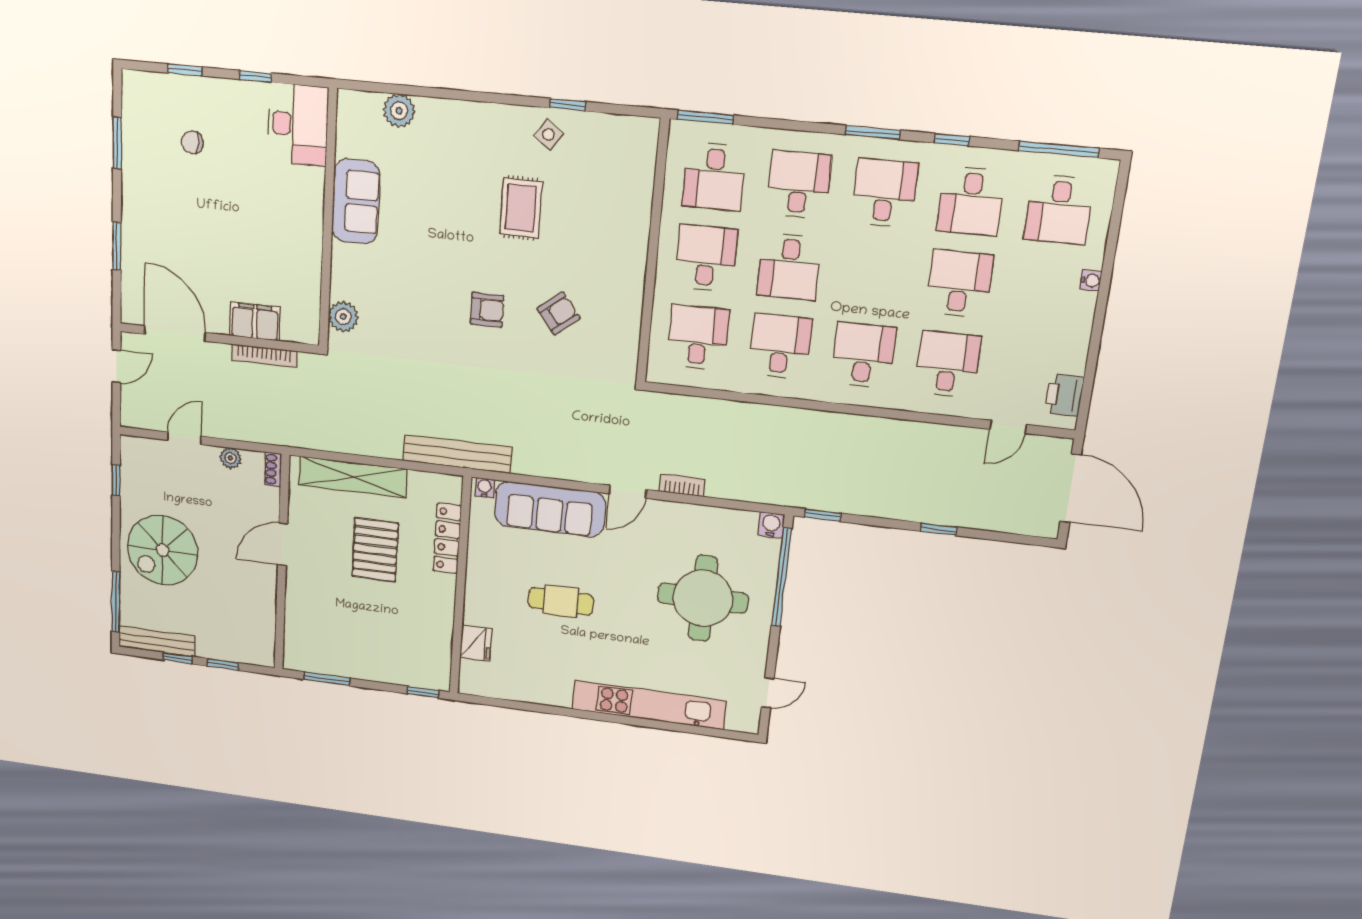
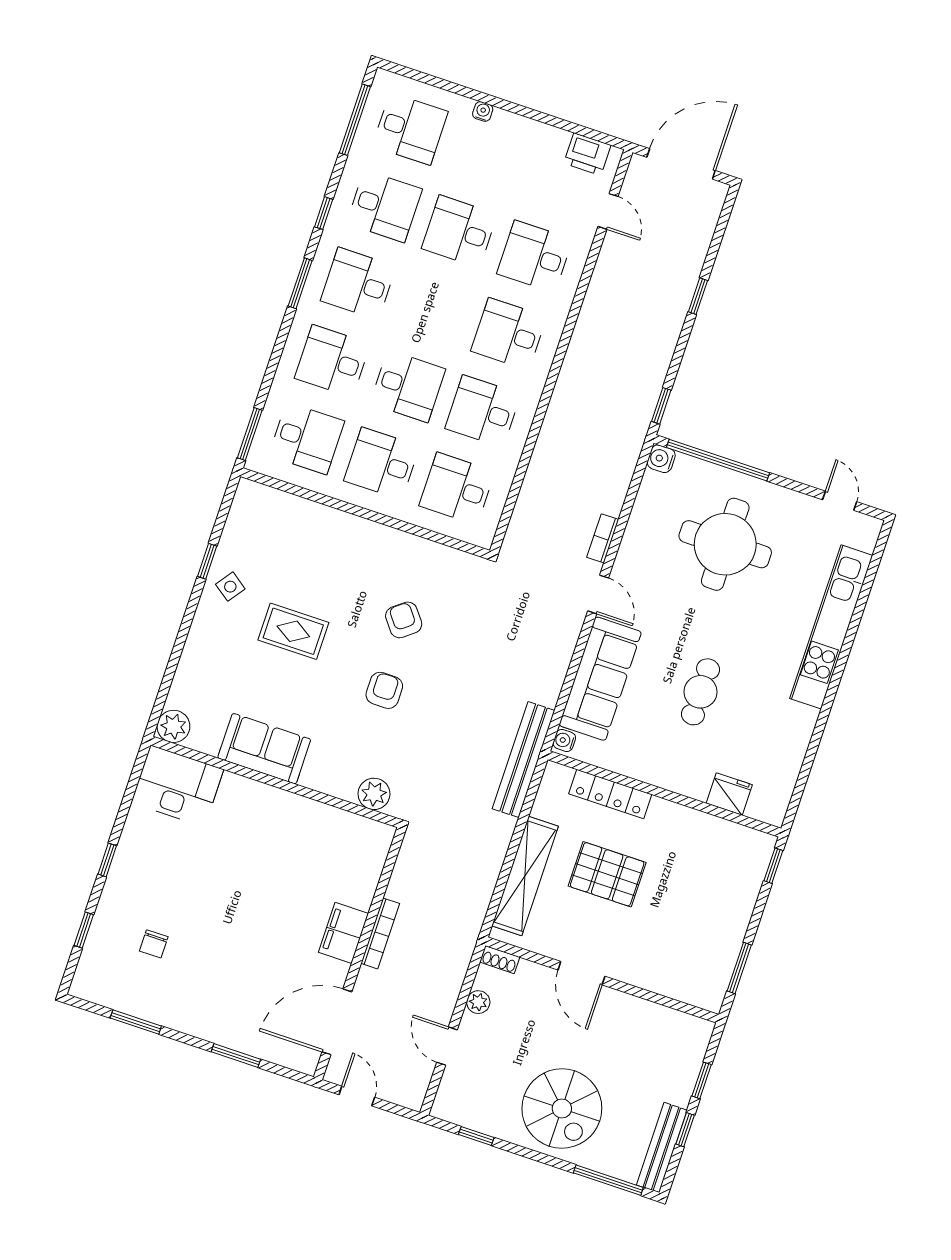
desk: (298, 124) -> (177, 786), moved
sofa: (356, 201) -> (264, 749), moved
wall: (328, 220) -> (275, 782), moved
plant: (343, 317) -> (374, 794), moved

